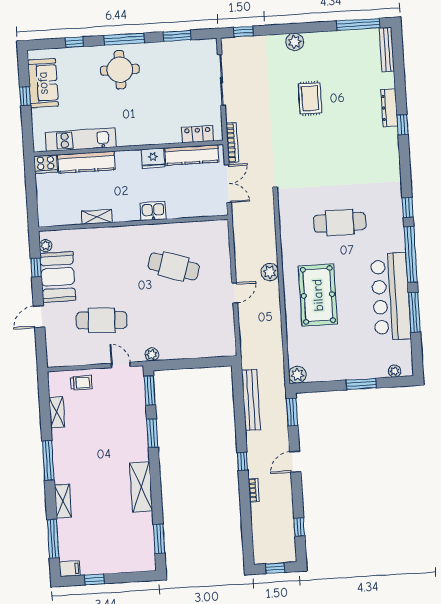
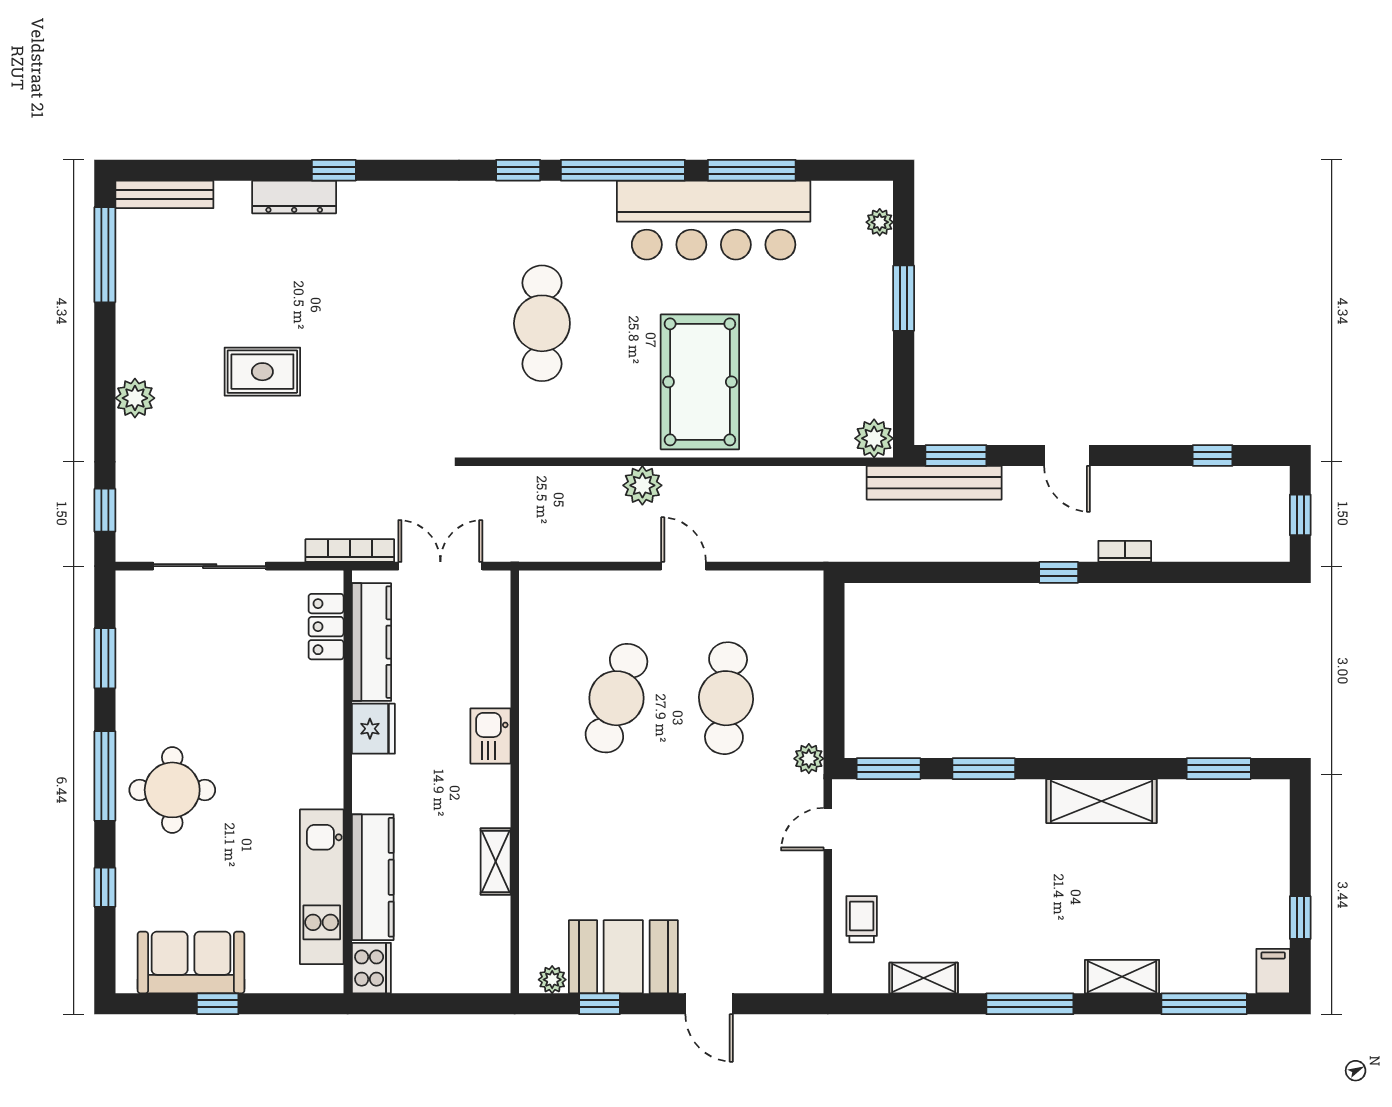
pool table: (318, 295) -> (700, 382), turned 90
cafe table: (102, 320) -> (726, 698), moved
bench: (251, 400) -> (934, 483), moved

